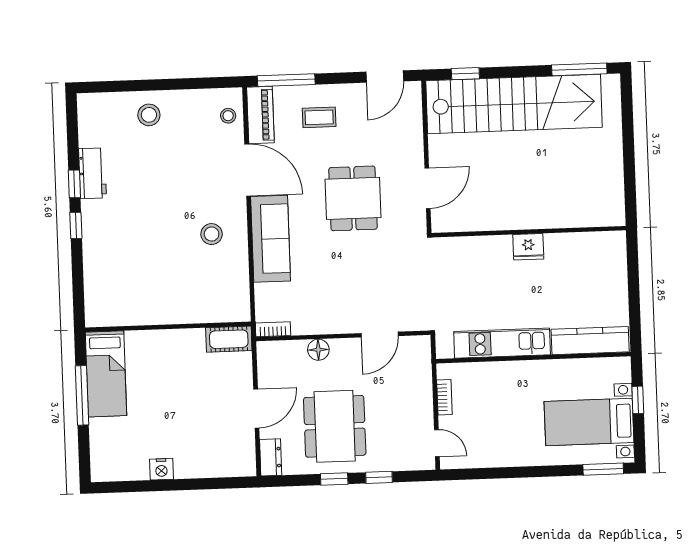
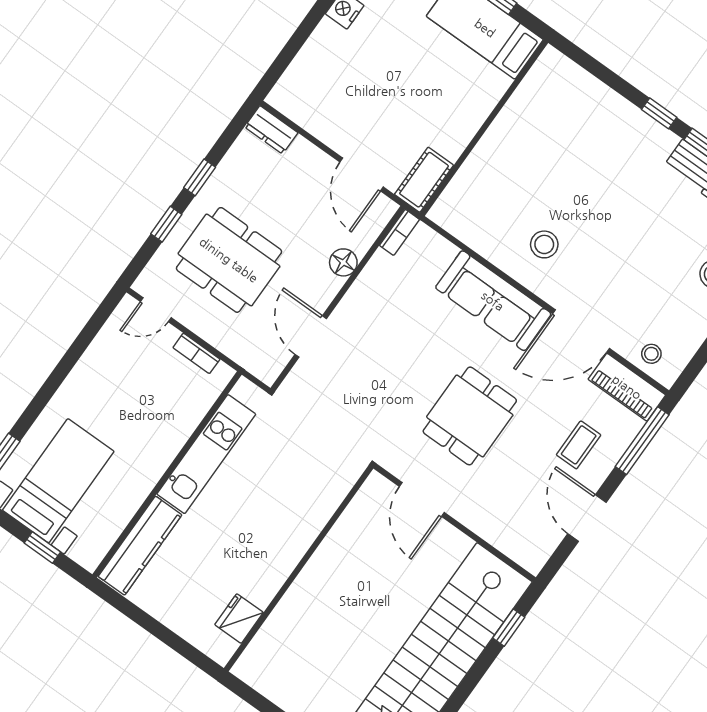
door: (385, 77) -> (587, 518), moved
dining table: (353, 198) -> (470, 416), turned 90
fridge: (528, 247) -> (239, 619), moved
door: (256, 409) -> (362, 175), moved
dining table: (335, 426) -> (229, 260), moved

